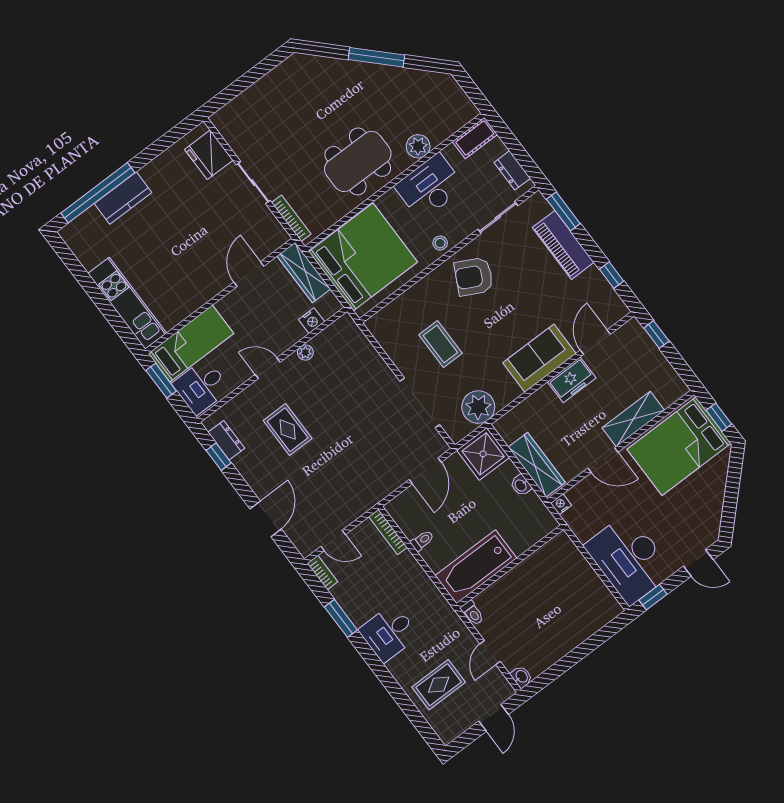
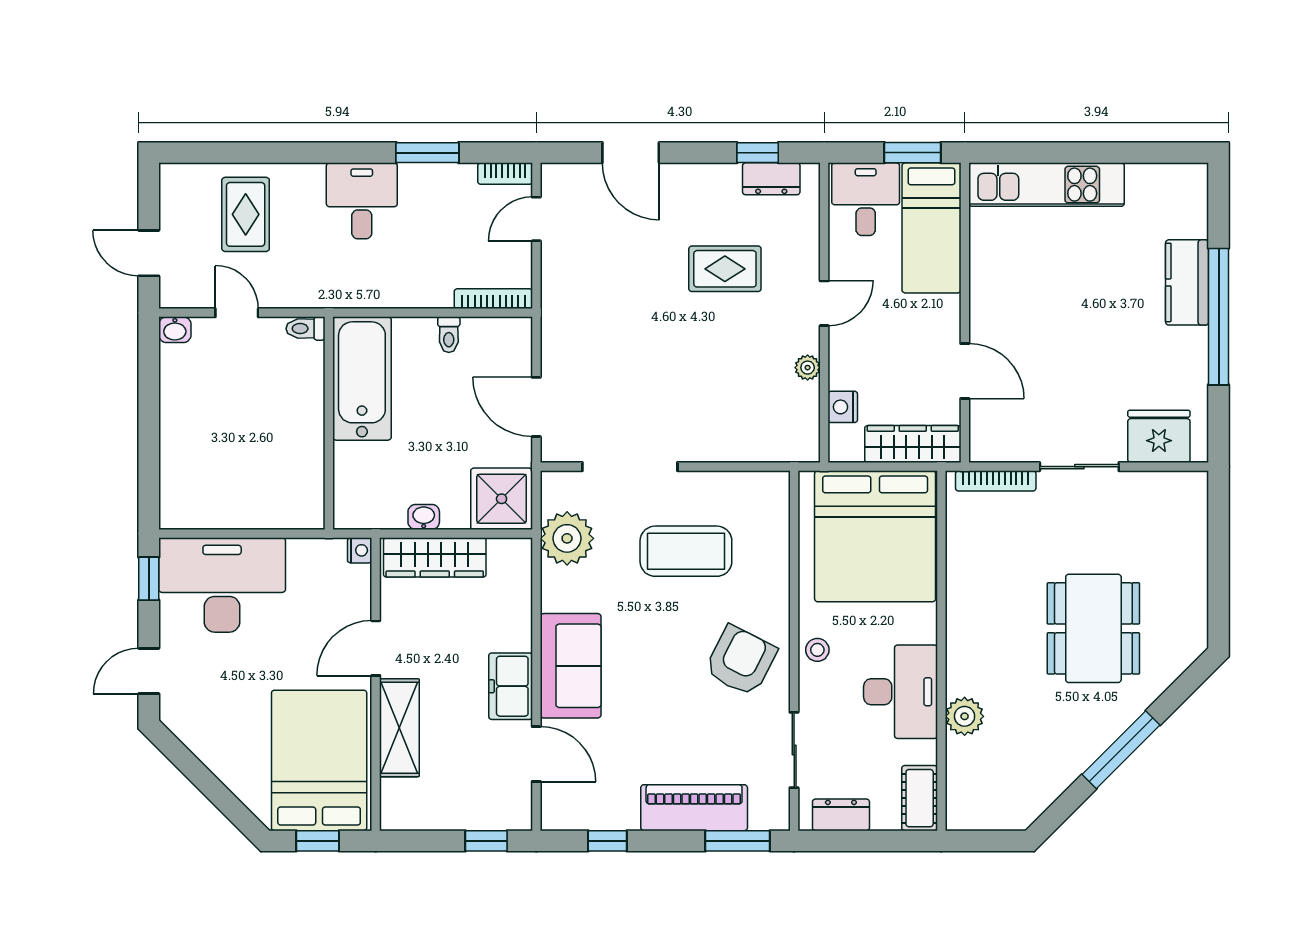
dining table: (358, 161) -> (1093, 628), moved
window: (98, 193) -> (1219, 317), moved
coffee table: (440, 344) -> (686, 551), width x1.36, depth x1.32

